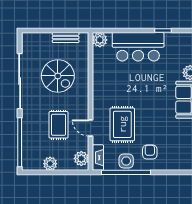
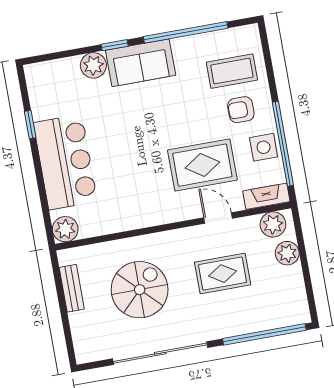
door: (91, 128) -> (218, 218), swing flipped
coffee table: (173, 151) -> (232, 71), added
plant: (50, 164) -> (287, 253), moved

